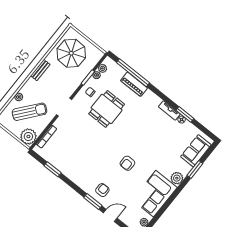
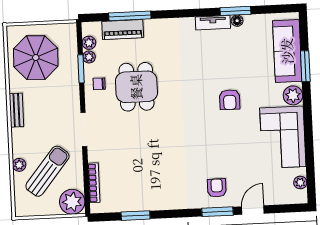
window: (133, 73) -> (130, 16), width x0.68
piano: (134, 84) -> (123, 29), moved
sofa: (196, 151) -> (287, 51), width x1.36
armchair: (127, 163) -> (230, 100), moved

